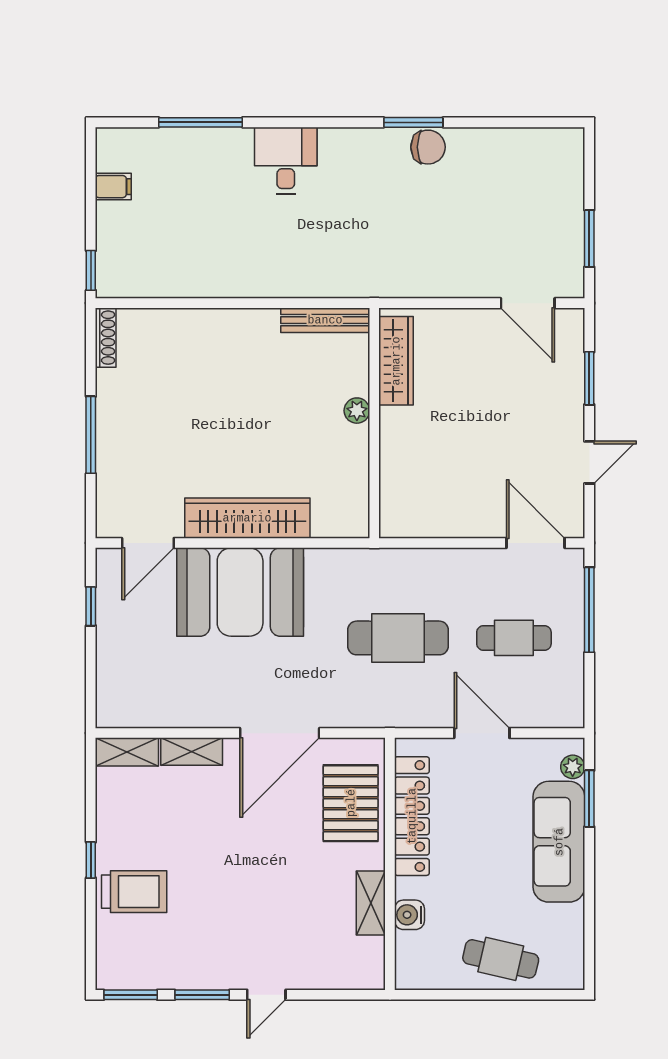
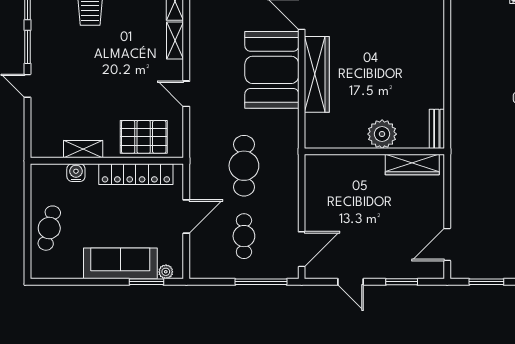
bench: (325, 320) -> (437, 129), width x0.73
plant: (357, 411) -> (382, 134), width x1.87, depth x1.87
door: (280, 733) -> (186, 94), width x0.53

